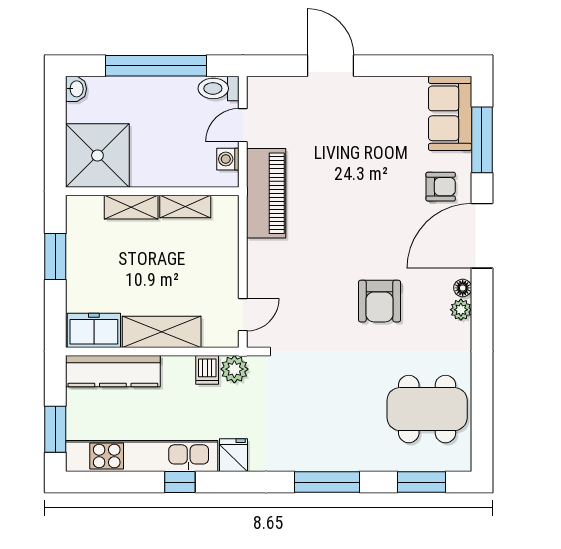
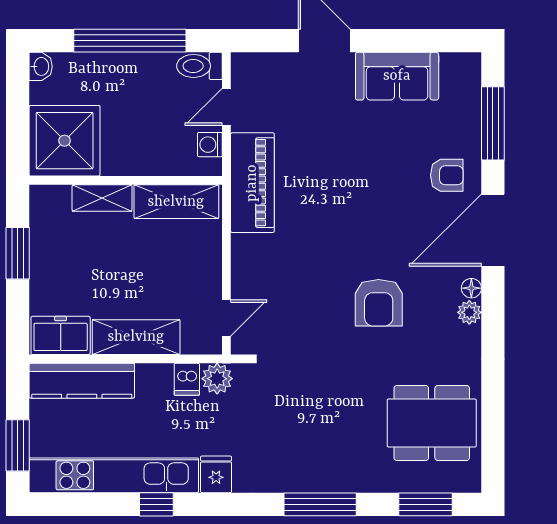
sofa: (450, 113) -> (397, 76), moved, turned -90
shelving: (185, 206) -> (176, 202), width x1.50, depth x1.33

